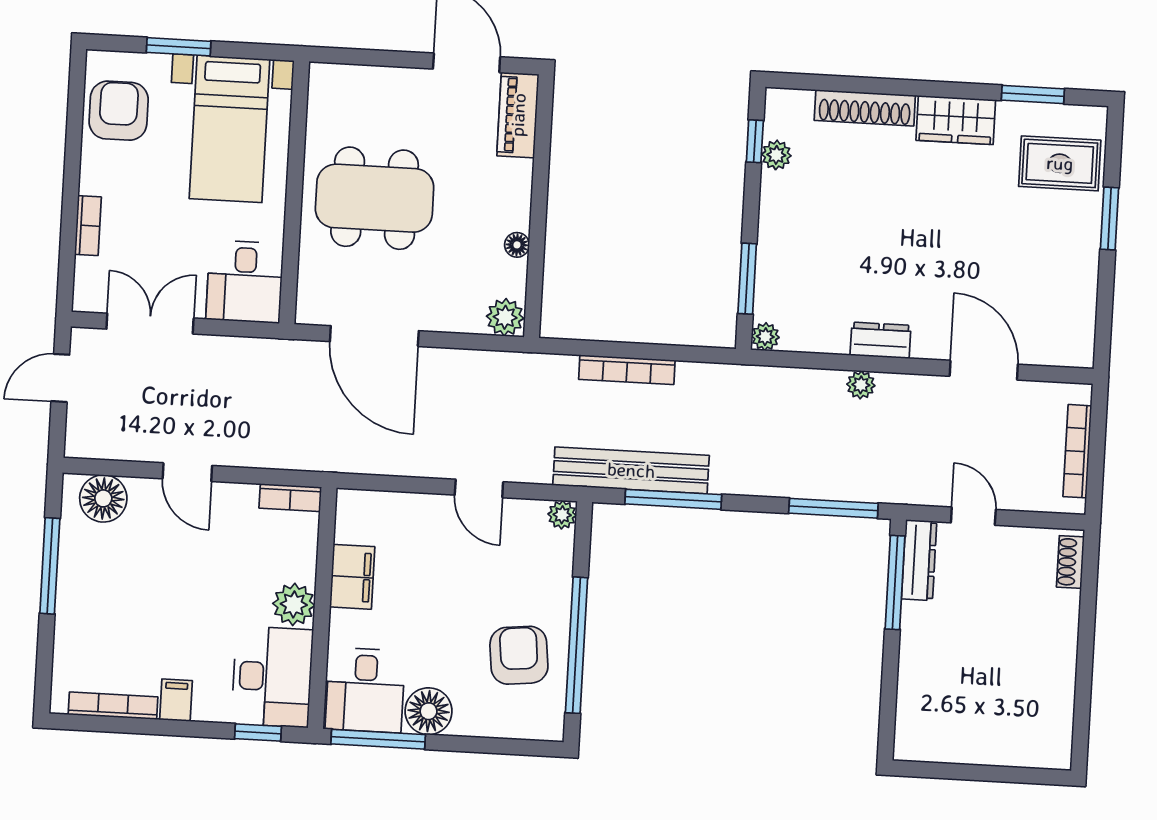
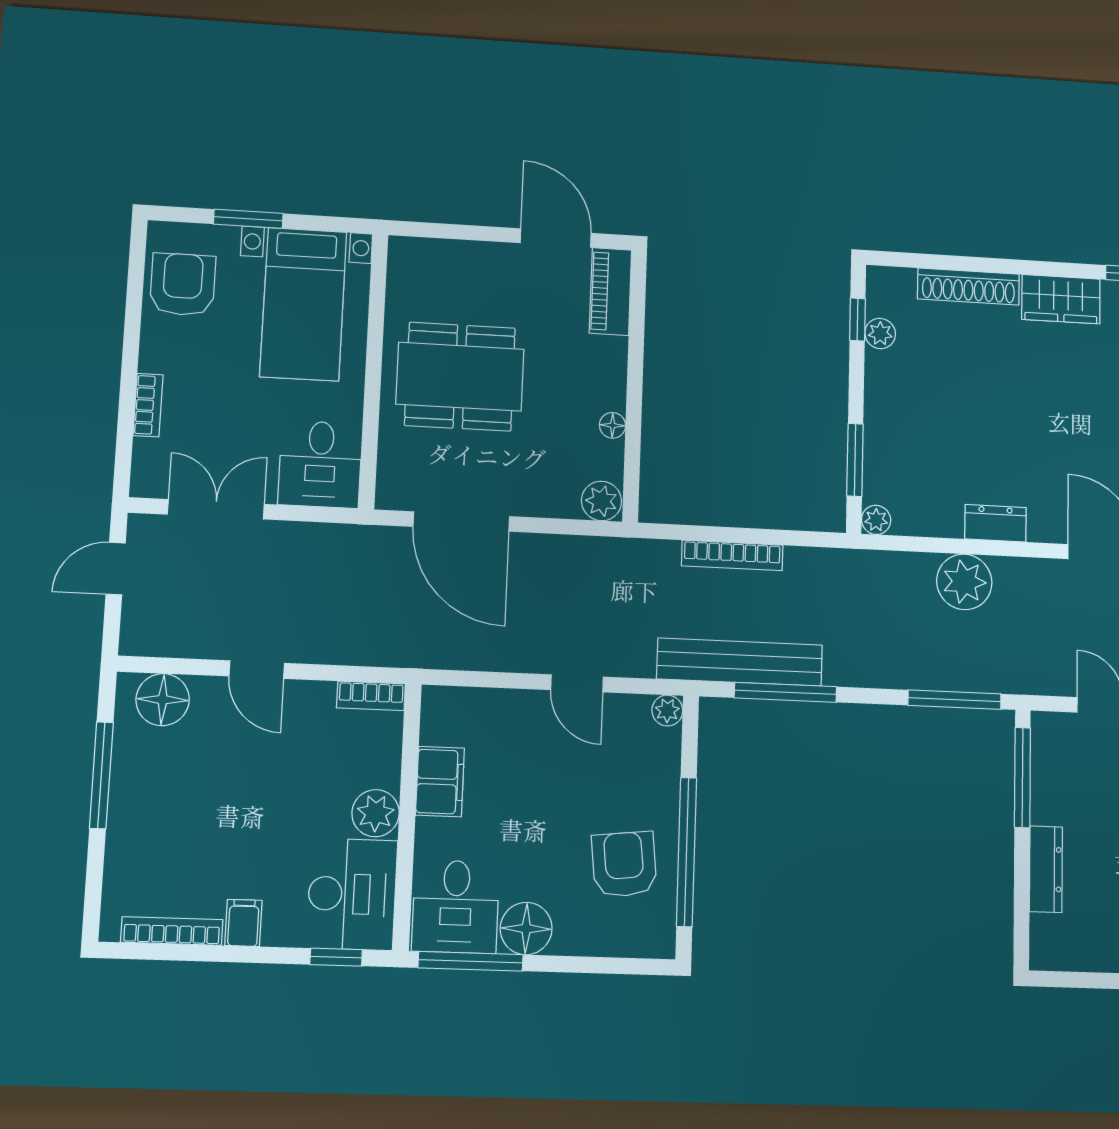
plant: (861, 385) -> (964, 582), width x1.88, depth x1.88
dresser: (919, 560) -> (1046, 869), moved

